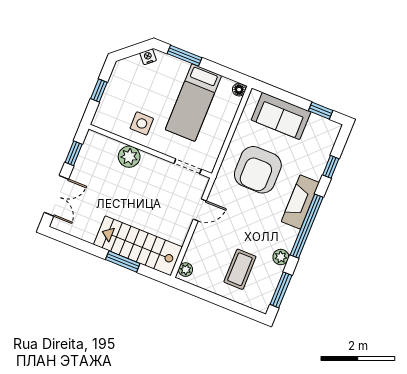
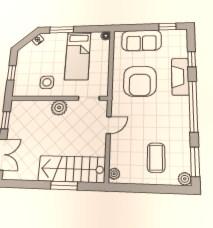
plant: (129, 157) -> (59, 108), moved
fireplace: (300, 202) -> (180, 77), moved
plant: (281, 257) -> (185, 179), moved

